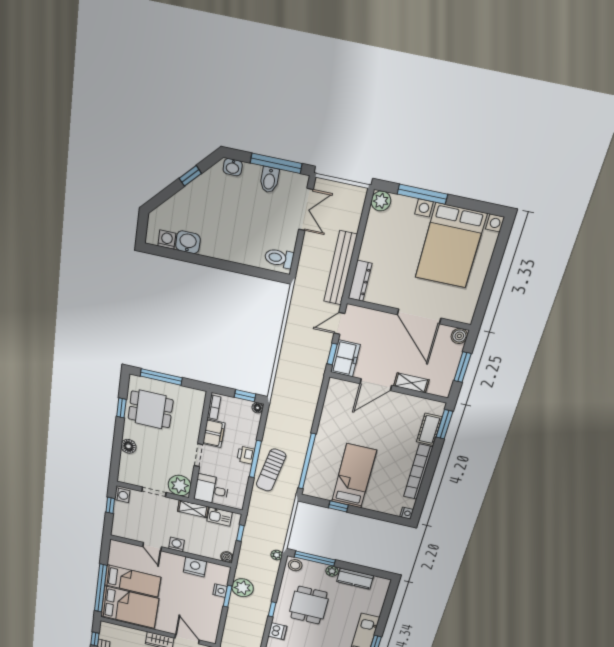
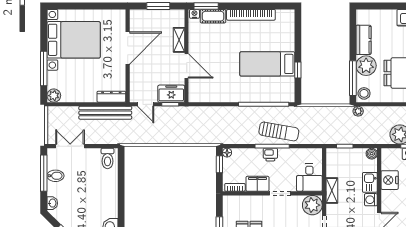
boiler: (459, 336) -> (135, 15), removed
nightstand: (407, 513) -> (194, 14), moved
kitchen sink: (220, 517) -> (370, 182), moved, turned 180
plant: (332, 571) -> (366, 66), width x1.88, depth x1.88

